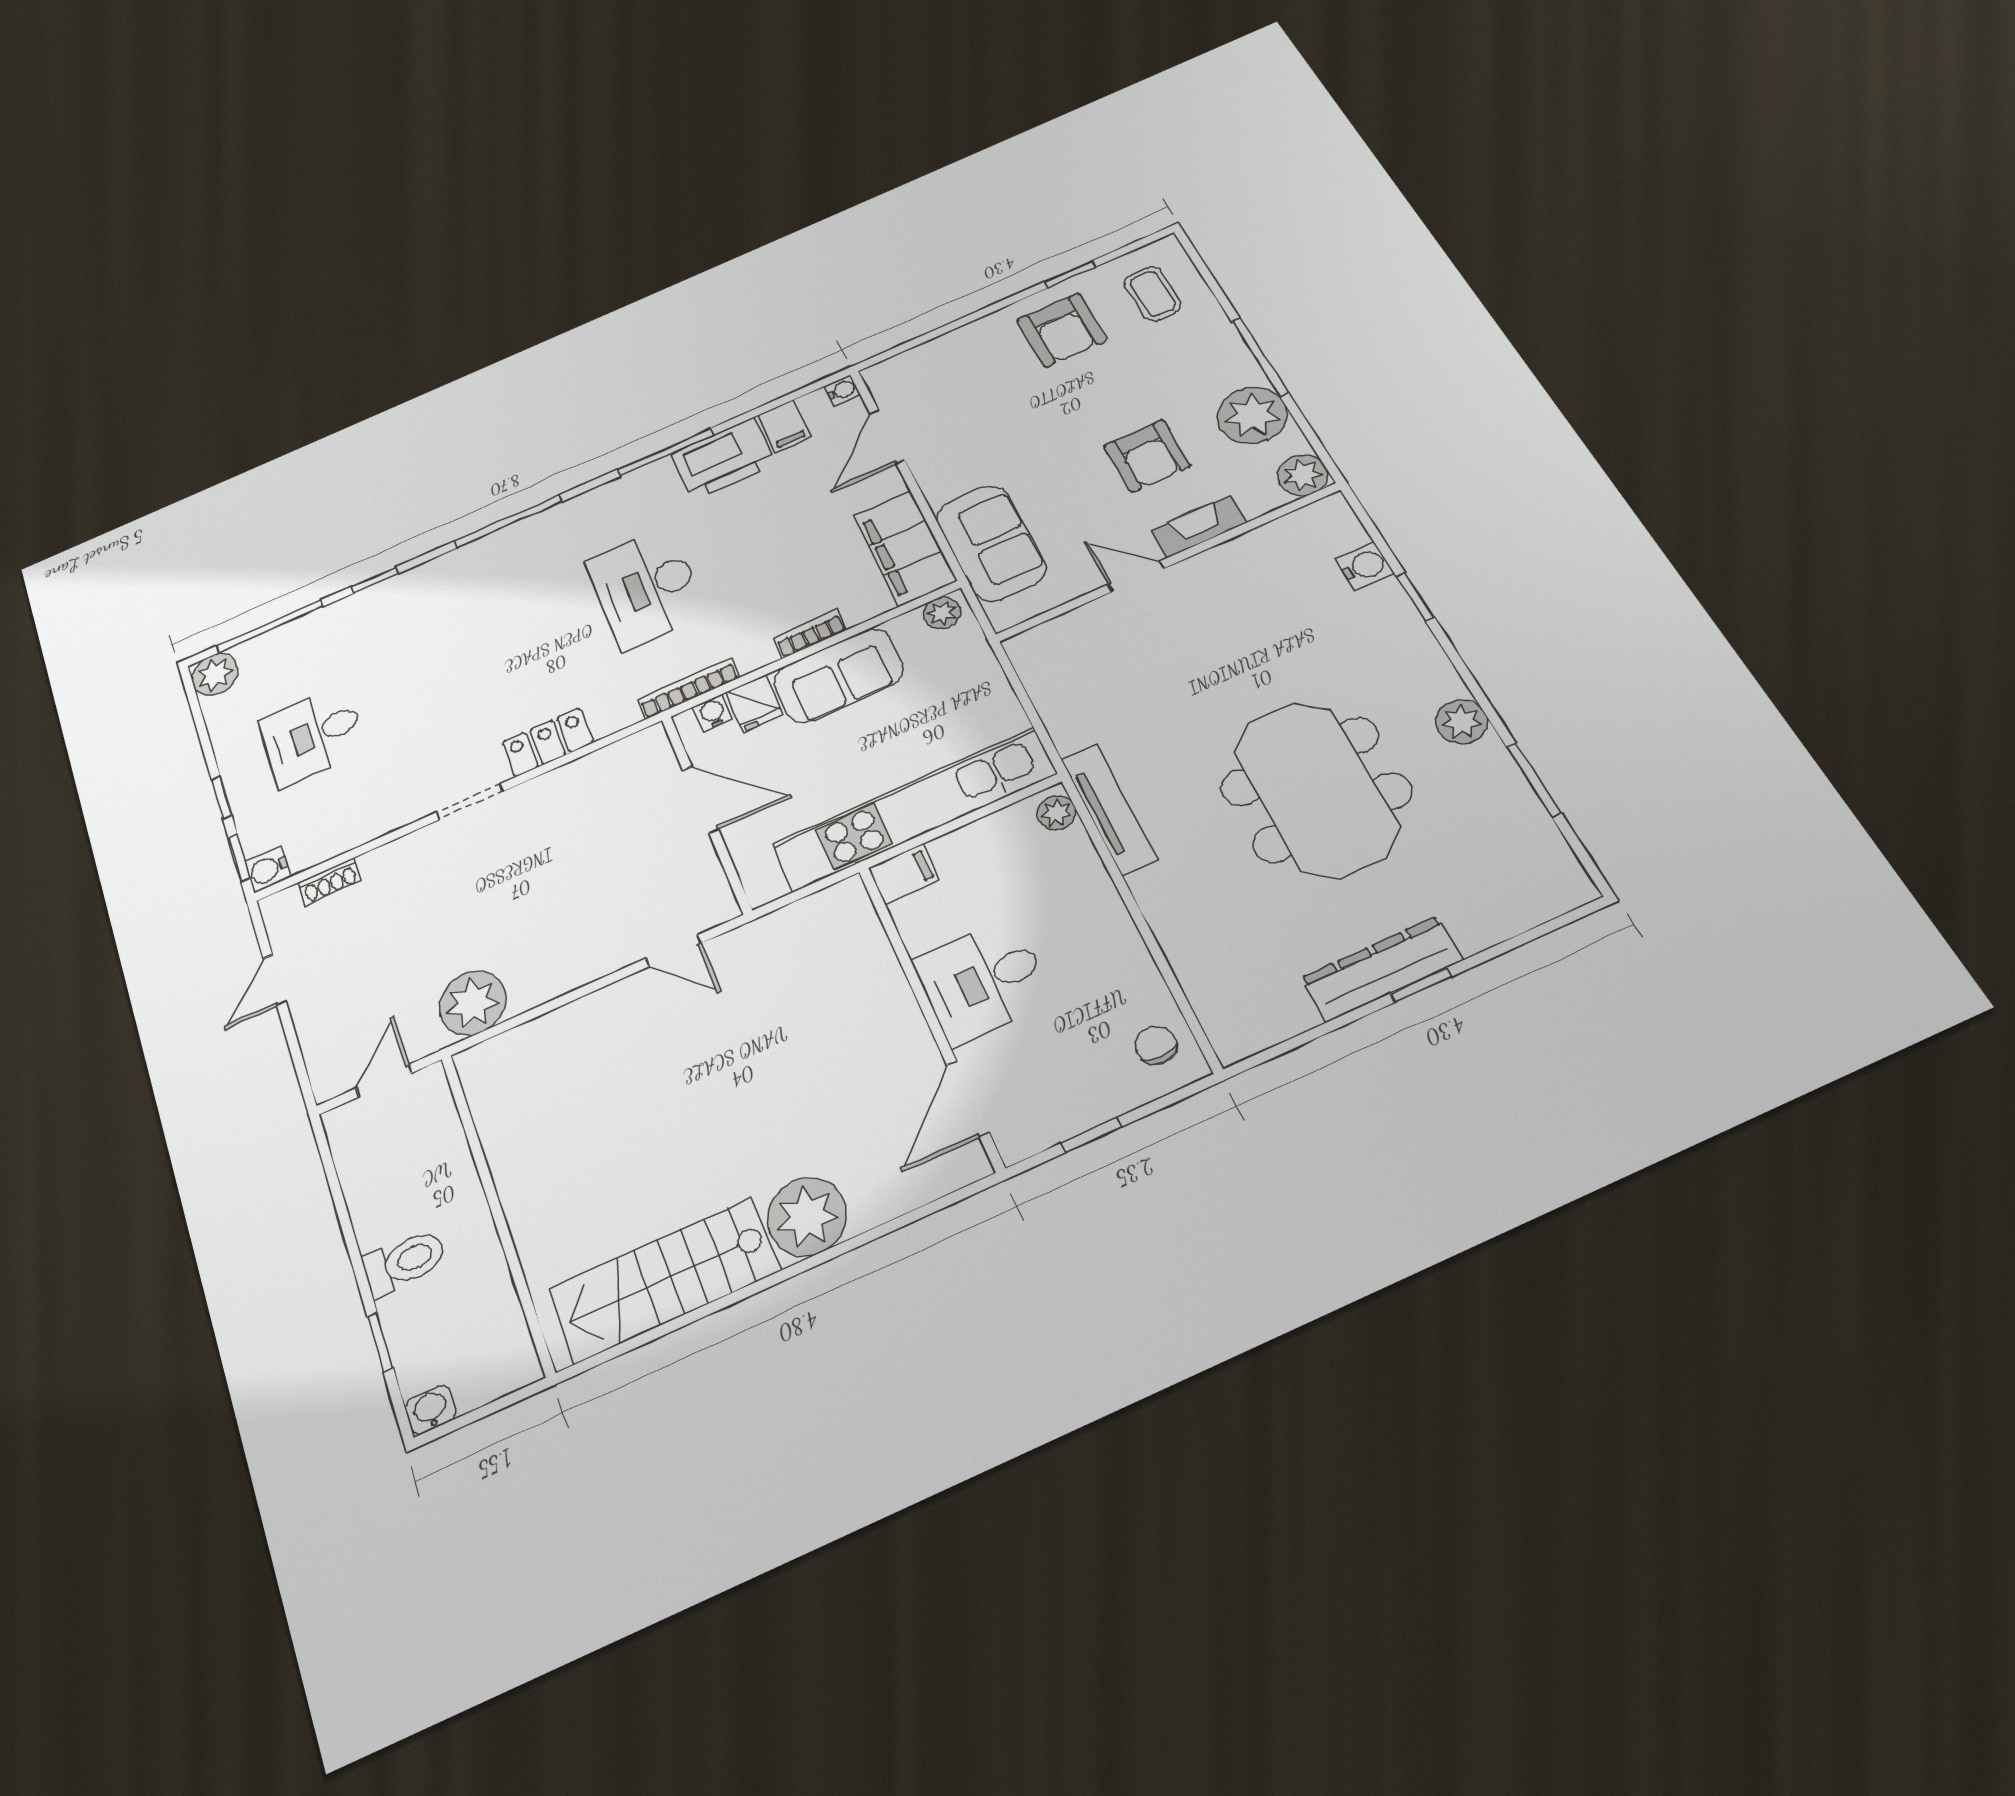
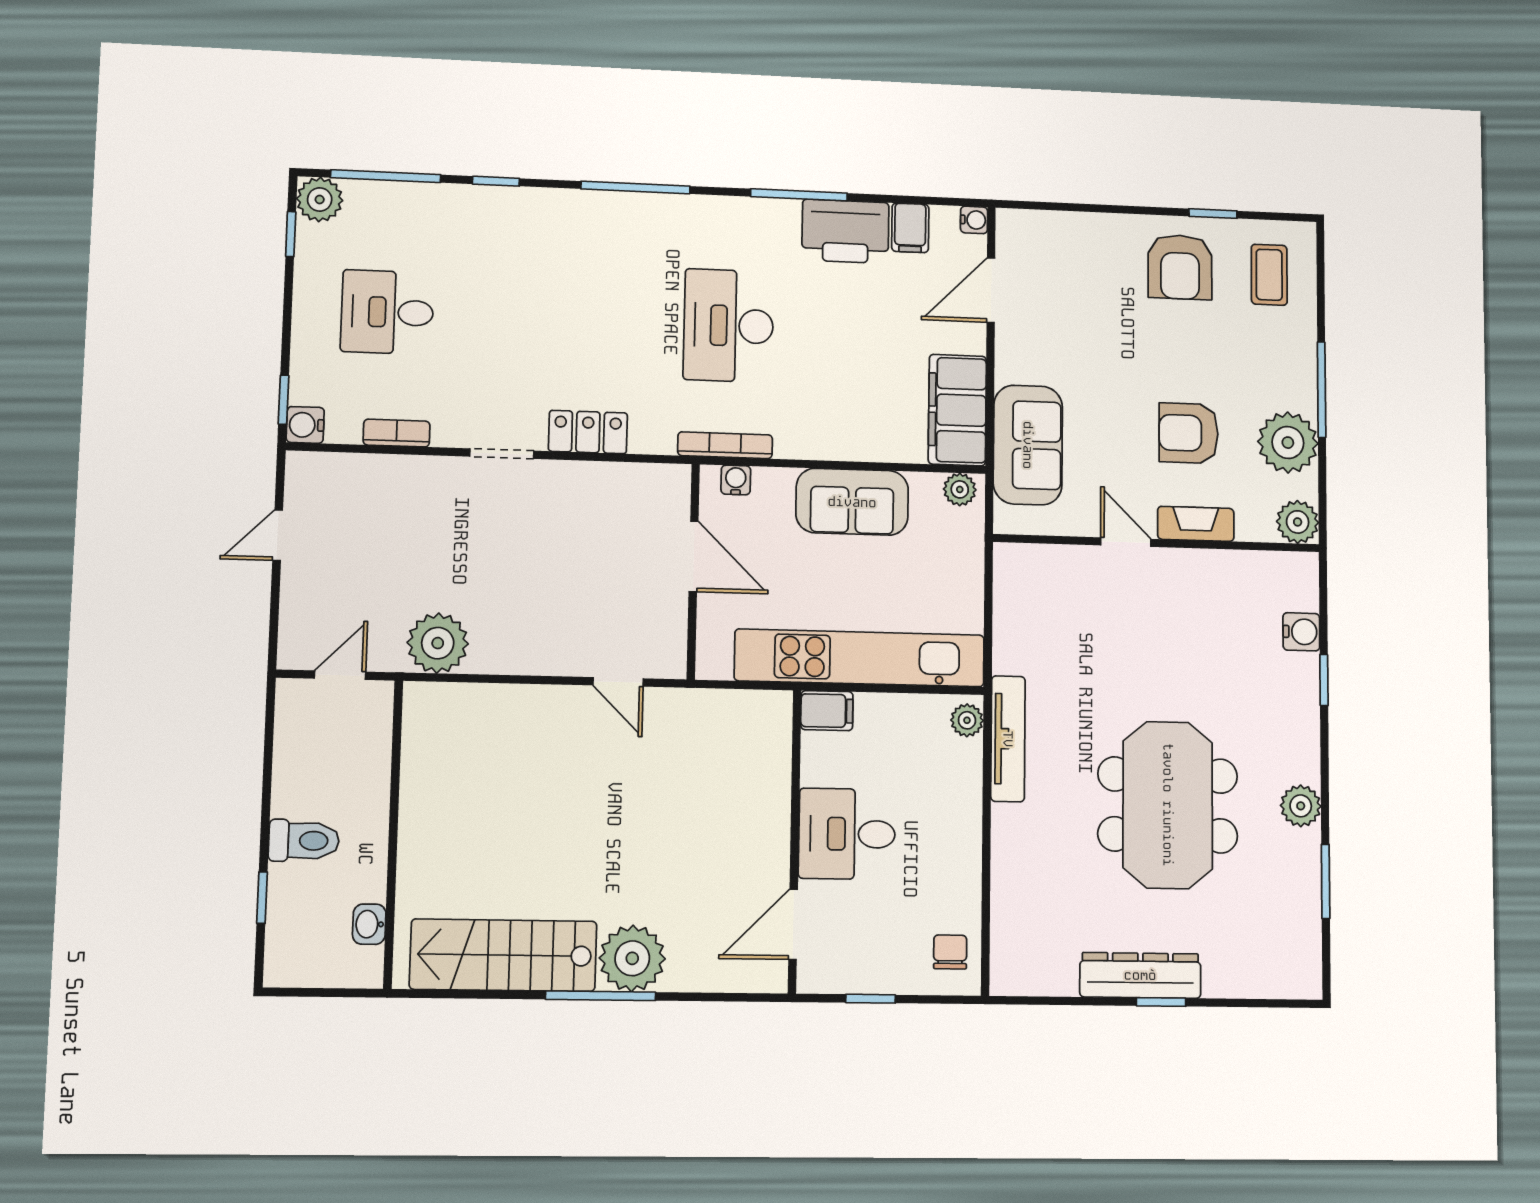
armchair: (1147, 456) -> (1189, 433), turned 90
bookcase: (810, 634) -> (397, 433), moved
fridge: (754, 704) -> (773, 490), removed
window: (221, 797) -> (291, 234), moved
shoe rack: (330, 882) -> (355, 466), removed
window: (789, 1273) -> (601, 996), added
washbasin: (430, 1410) -> (369, 924), moved, turned -90

